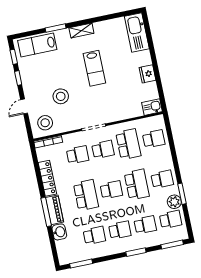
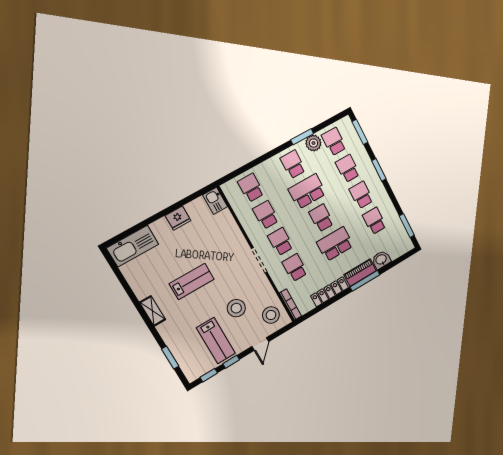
window: (56, 28) -> (170, 358), moved
lab bench: (37, 45) -> (216, 341), moved
door: (24, 106) -> (260, 344), hinge flipped
school desk: (128, 144) -> (266, 215), width x0.54

